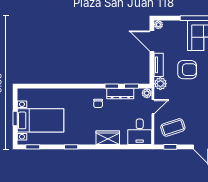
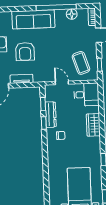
armchair: (187, 70) -> (25, 51), turned 180
plant: (160, 84) -> (39, 76), removed
plant: (147, 93) -> (49, 89), removed

